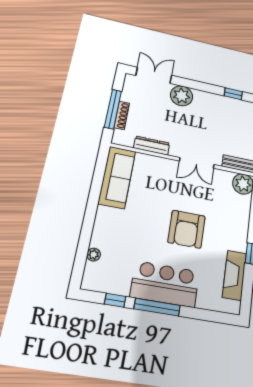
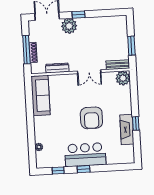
window: (233, 94) -> (79, 15), moved
fireplace: (234, 275) -> (127, 129), moved
window: (157, 307) -> (84, 169), width x0.46

